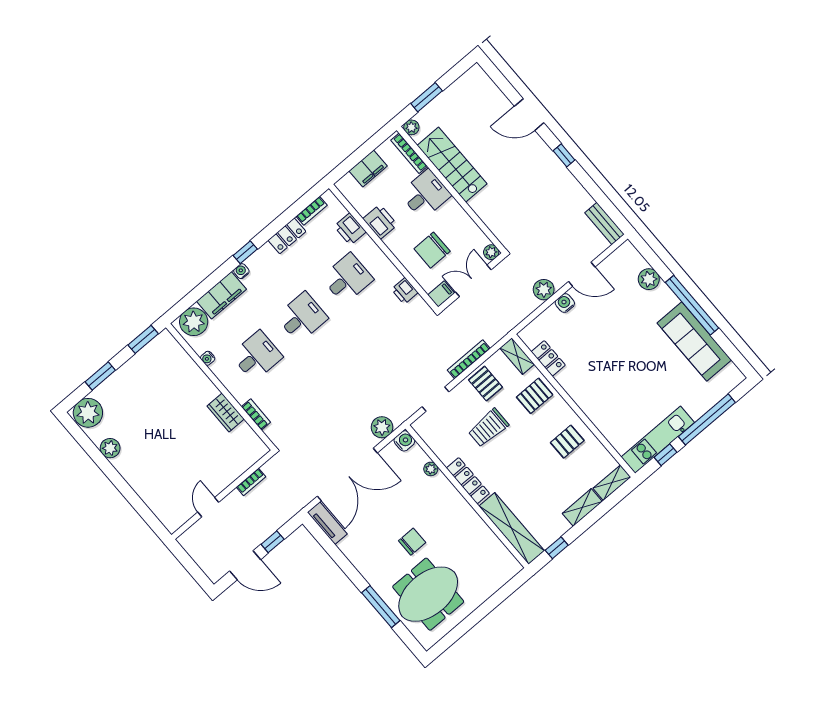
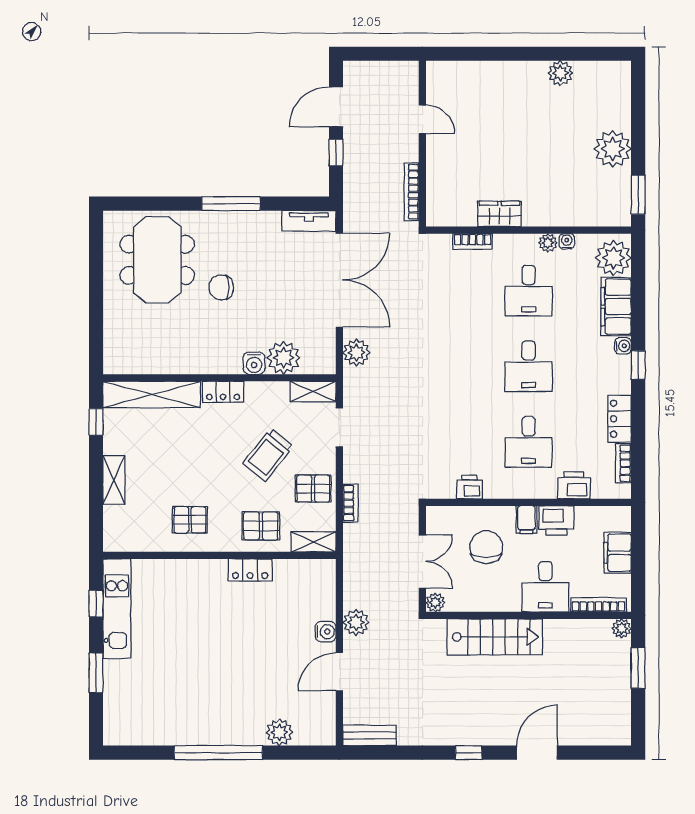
stairs: (452, 165) -> (495, 637), moved
filing cabinet: (441, 294) -> (526, 520), moved
sofa: (694, 341) -> (182, 725), removed
locker: (548, 358) -> (250, 570), moved
bookcase: (469, 359) -> (350, 503), width x0.64
plant: (218, 369) -> (548, 243), added
window: (100, 376) -> (638, 123), removed
pallet: (535, 396) -> (261, 526), turned 90
plant: (88, 413) -> (613, 149), moved
window: (707, 419) -> (96, 673), width x0.47
trolley: (488, 428) -> (268, 455), turned -141
water cooler: (404, 441) -> (254, 363), moved
pallet: (567, 442) -> (190, 520), turned 90
plant: (431, 469) -> (284, 358), width x1.87, depth x1.87
double door: (347, 475) -> (339, 280), swing flipped
locker: (468, 481) -> (223, 392), width x0.66
bookcase: (251, 482) -> (412, 192), width x1.56
shelving: (612, 483) -> (313, 392), moved, turned 90
chair: (412, 542) -> (221, 287), turned 90
window: (381, 607) -> (231, 204), moved

